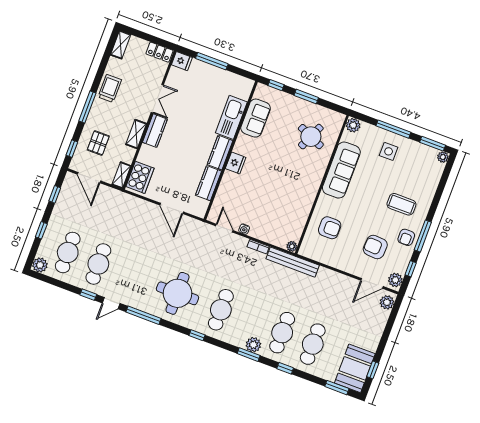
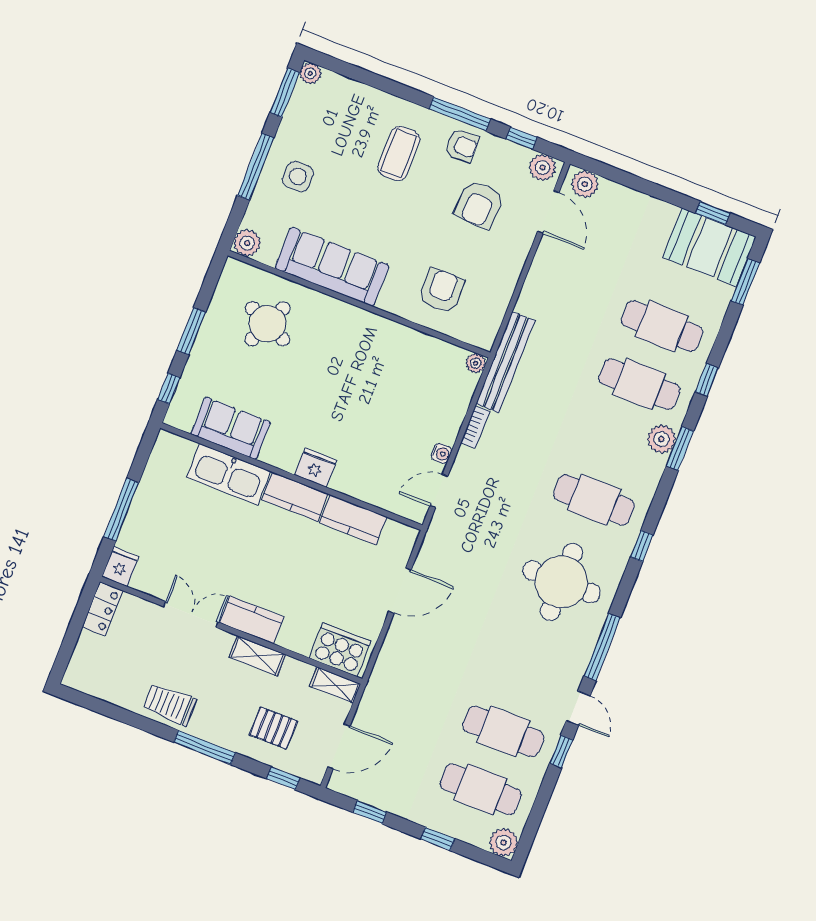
shelving: (121, 45) -> (87, 683), removed

